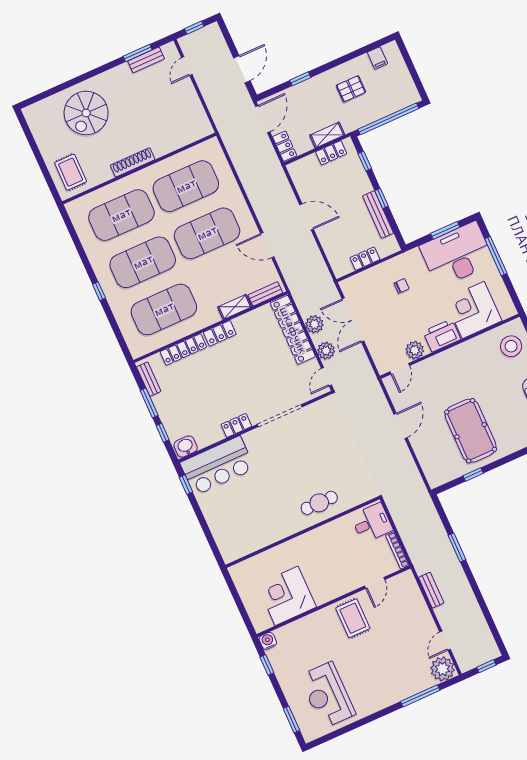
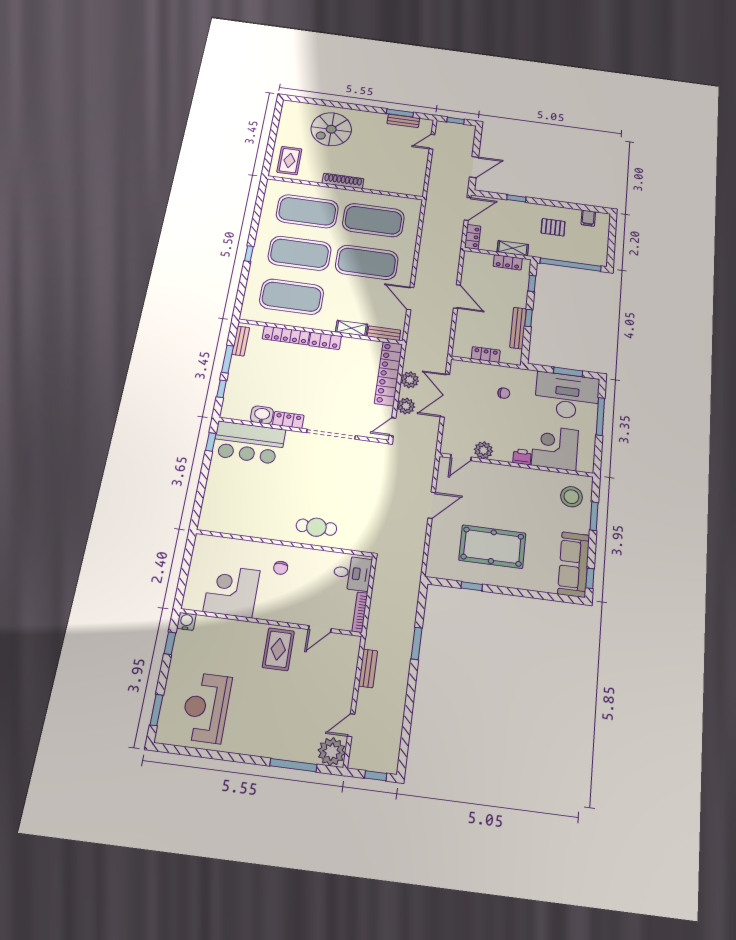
printer: (442, 335) -> (522, 457), width x0.53, depth x0.68
pool table: (471, 431) -> (492, 547), turned 90
washbasin: (186, 446) -> (262, 415), moved
chair: (313, 554) -> (281, 568), added

